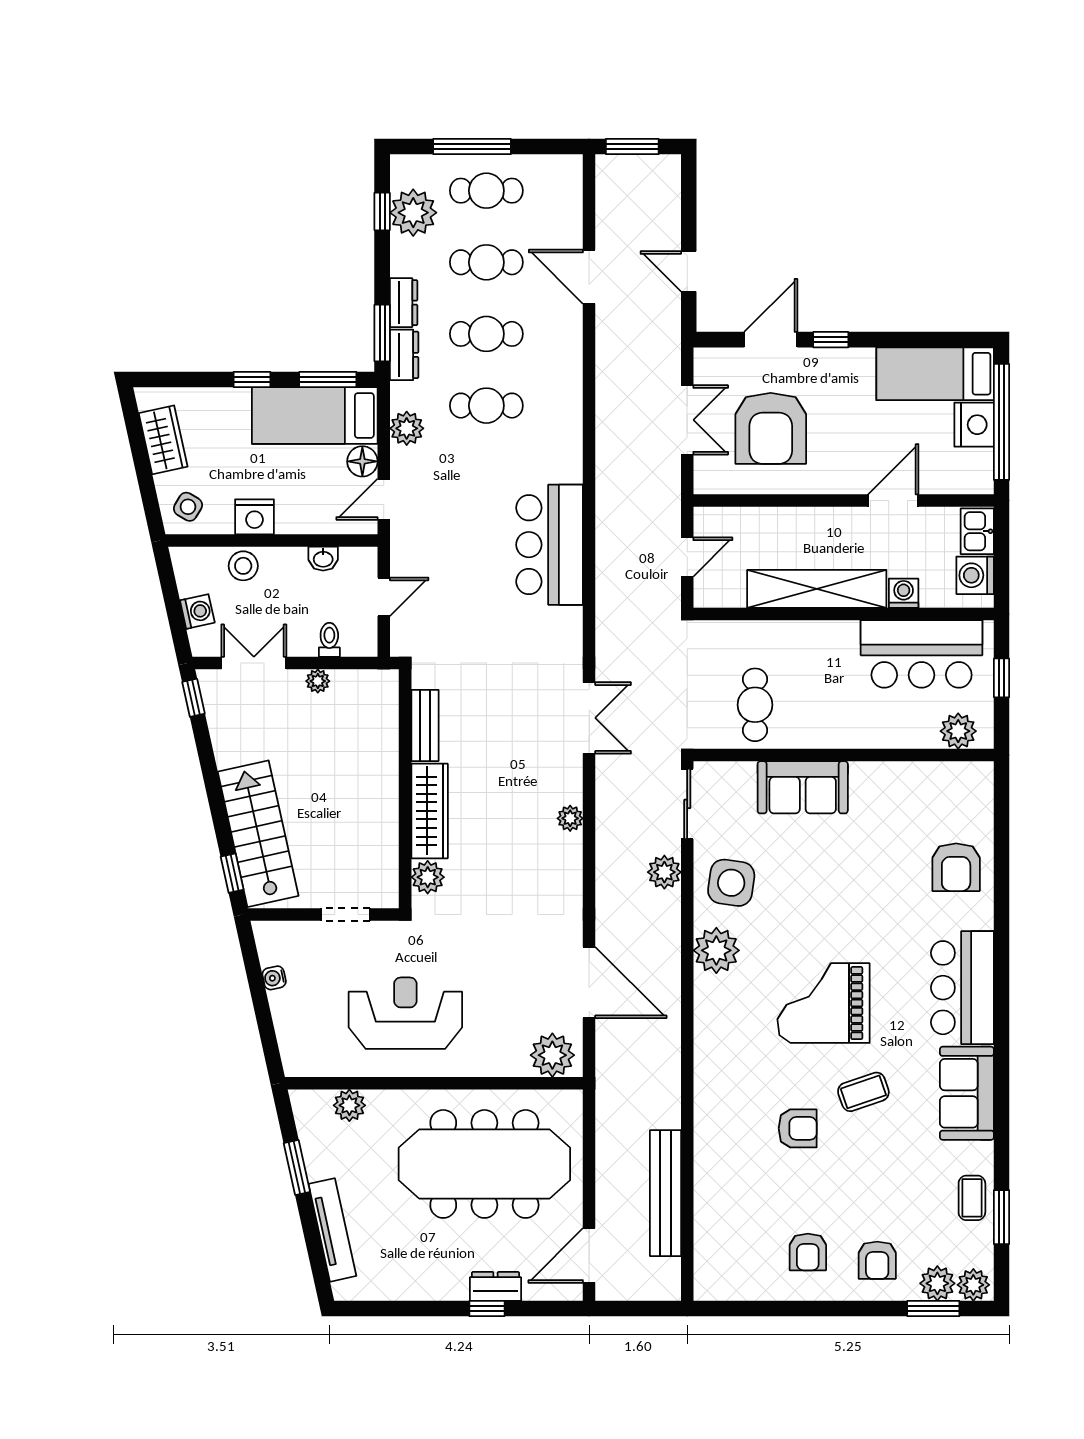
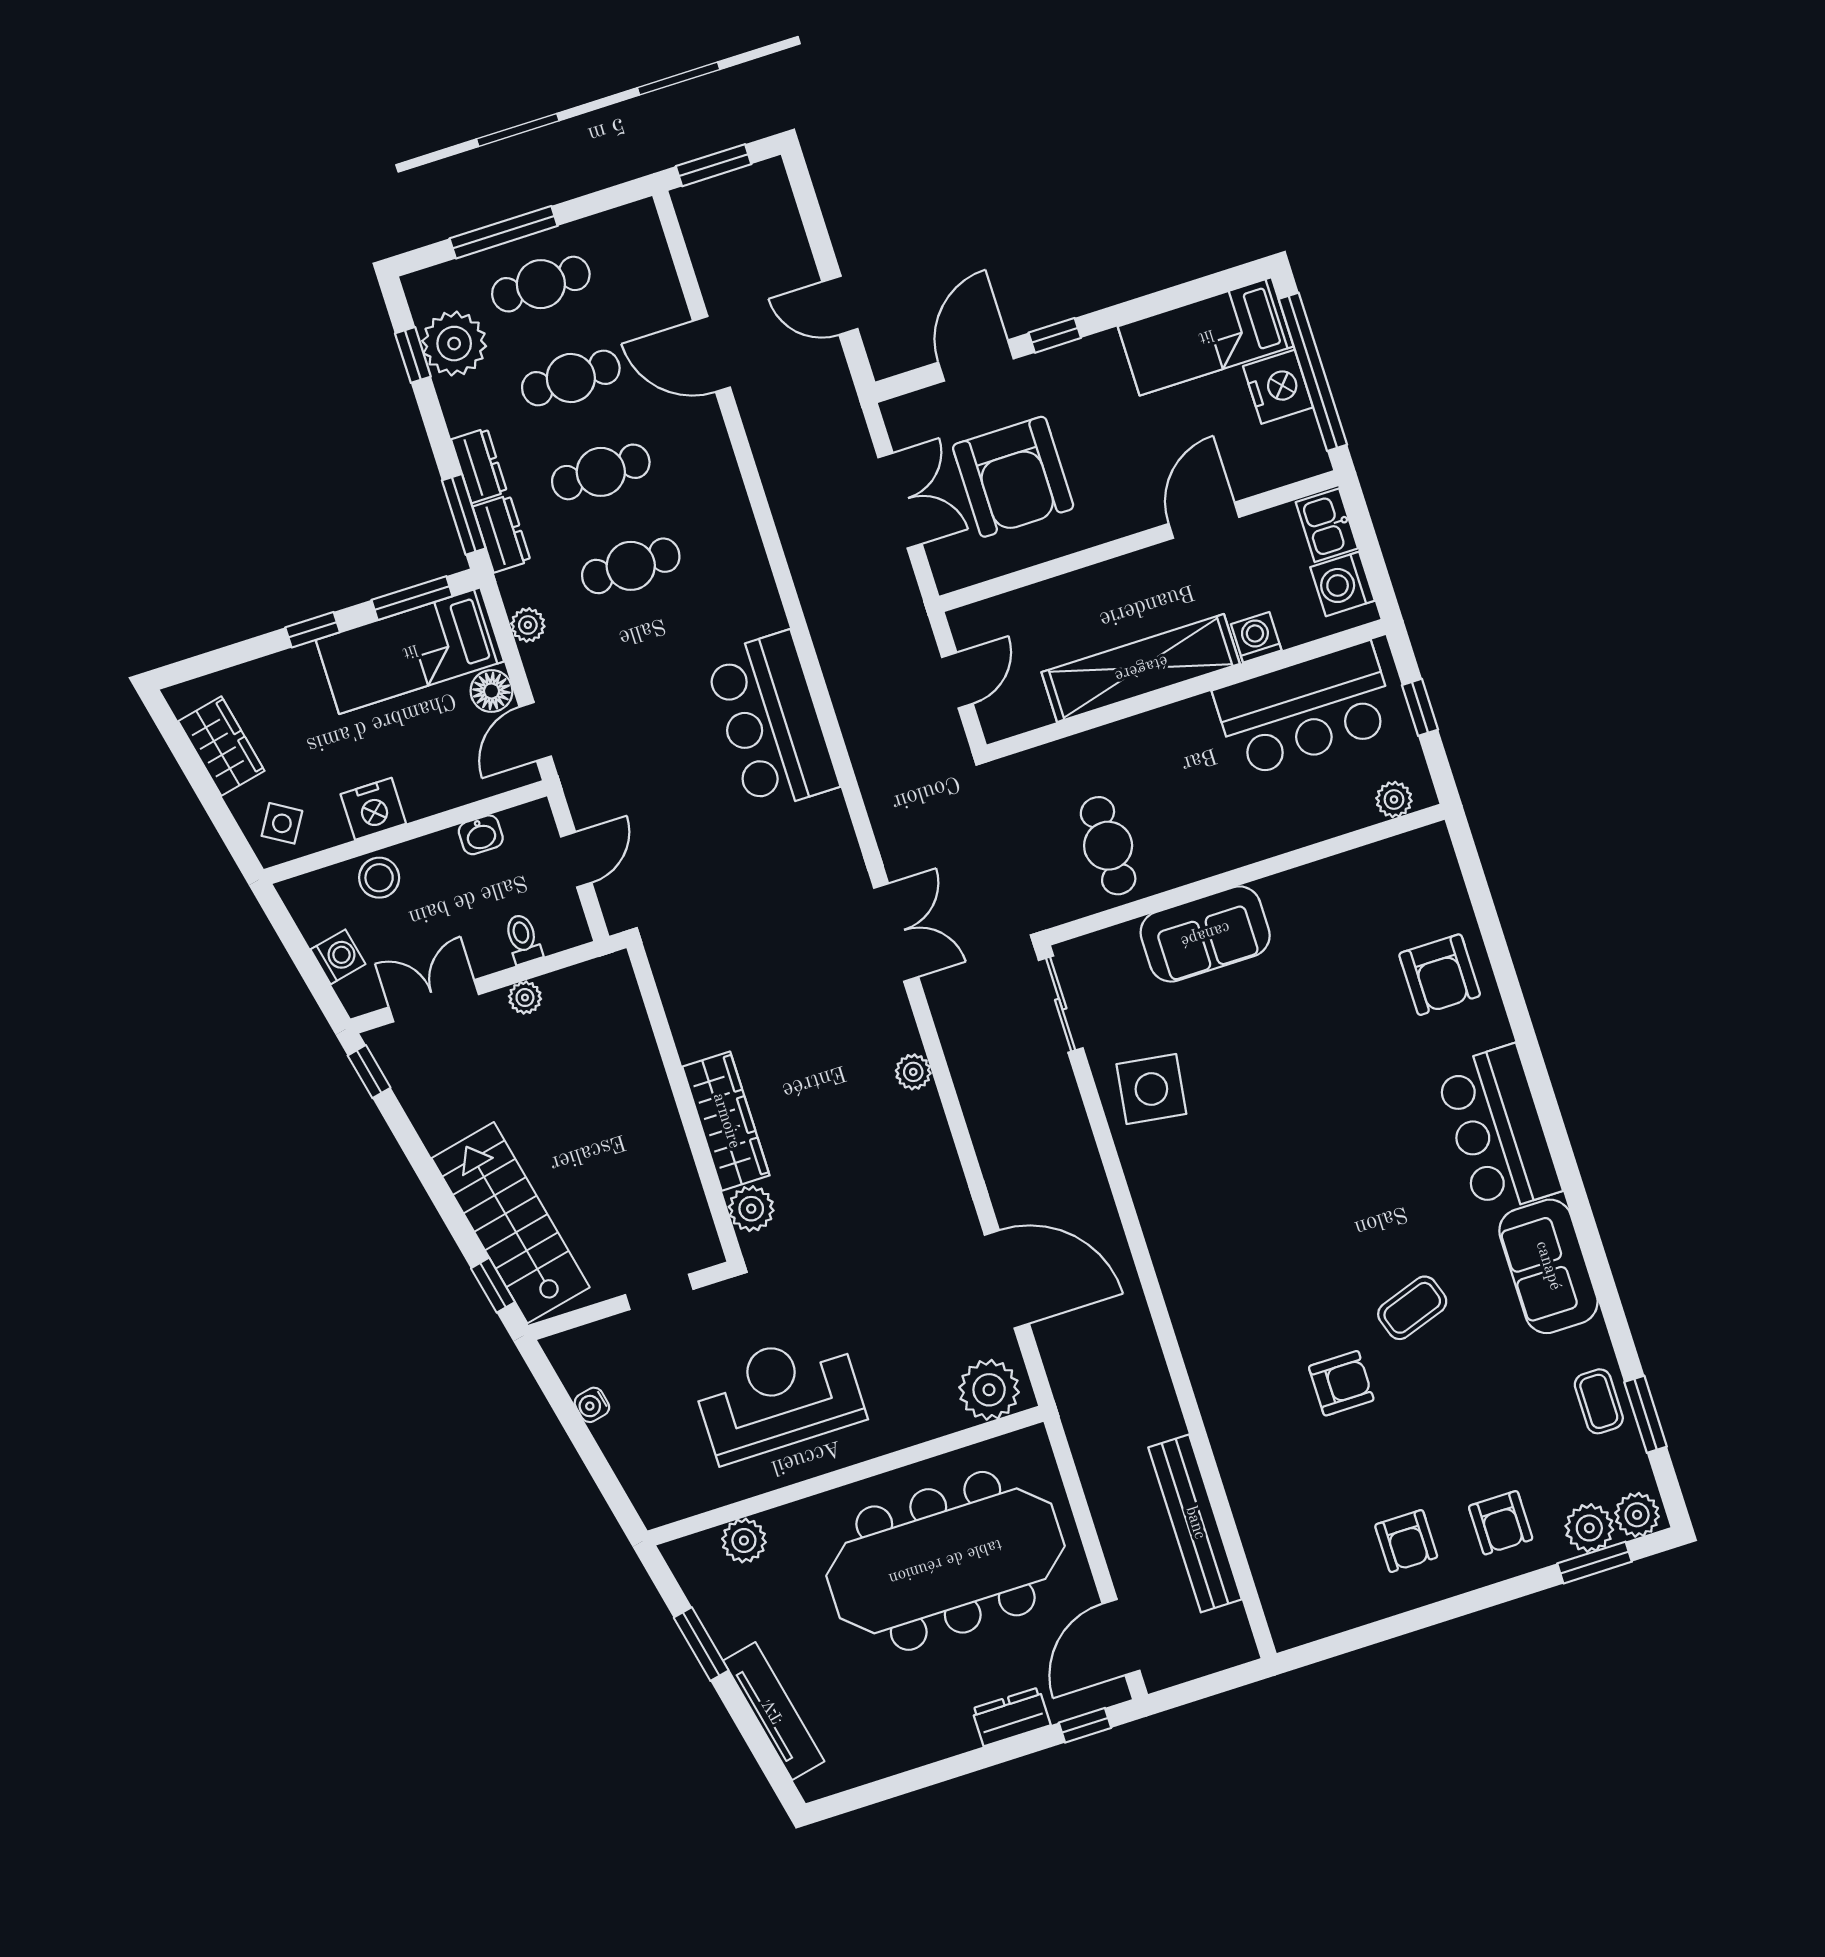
plant: (407, 428) -> (528, 625), width x0.73, depth x0.73
bench: (425, 725) -> (684, 1011), removed
plant: (958, 731) -> (1394, 800), width x0.73, depth x0.73
plant: (664, 872) -> (1059, 1103), removed
plant: (716, 950) -> (1160, 1184), removed
grand piano: (824, 1003) -> (1323, 1208), removed
window: (487, 1309) -> (1085, 1725), moved

